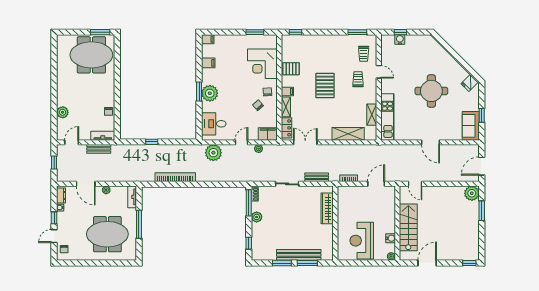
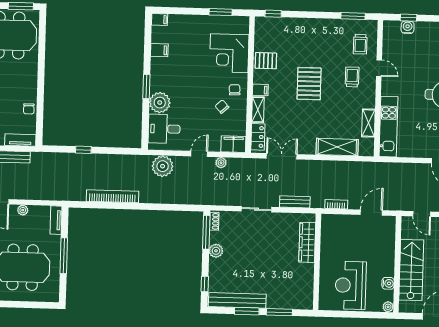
plant: (210, 93) -> (160, 103), moved
bench: (299, 255) -> (237, 300), moved

